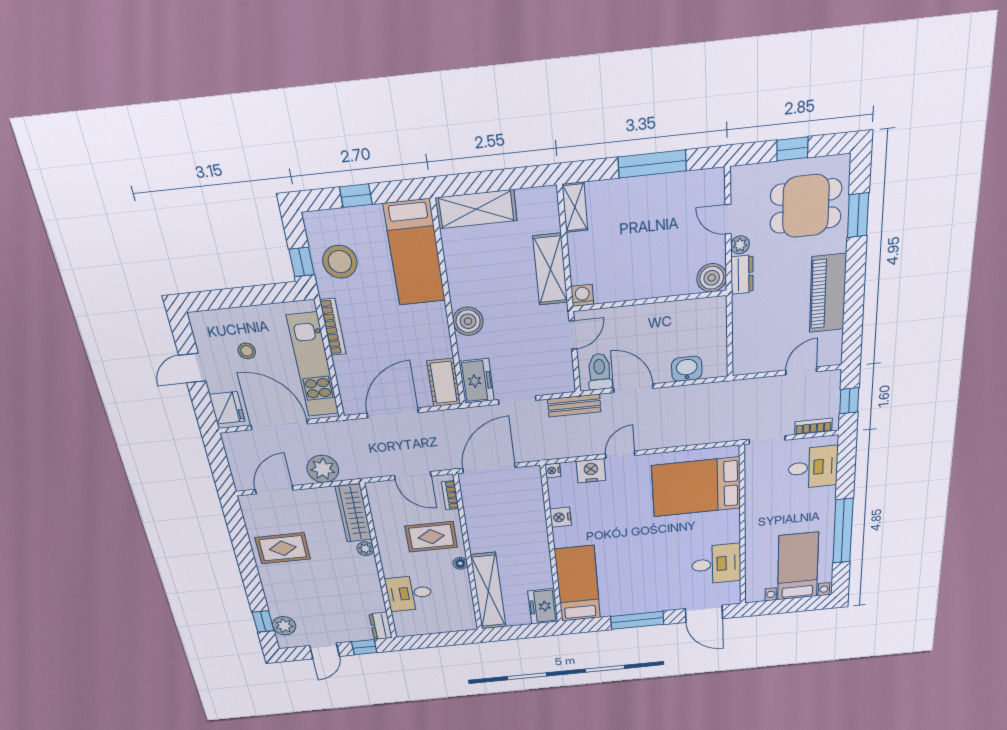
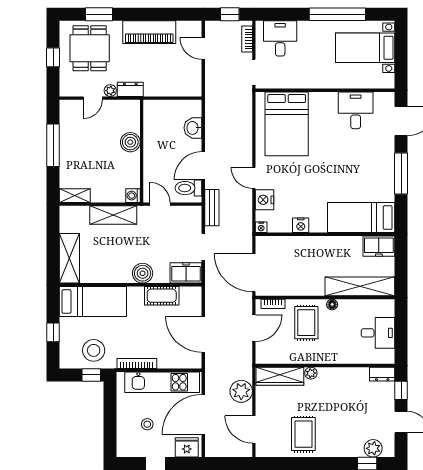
boiler: (712, 278) -> (130, 142), moved
cot: (444, 382) -> (162, 296), moved
desk: (409, 593) -> (378, 333), moved, turned -90

